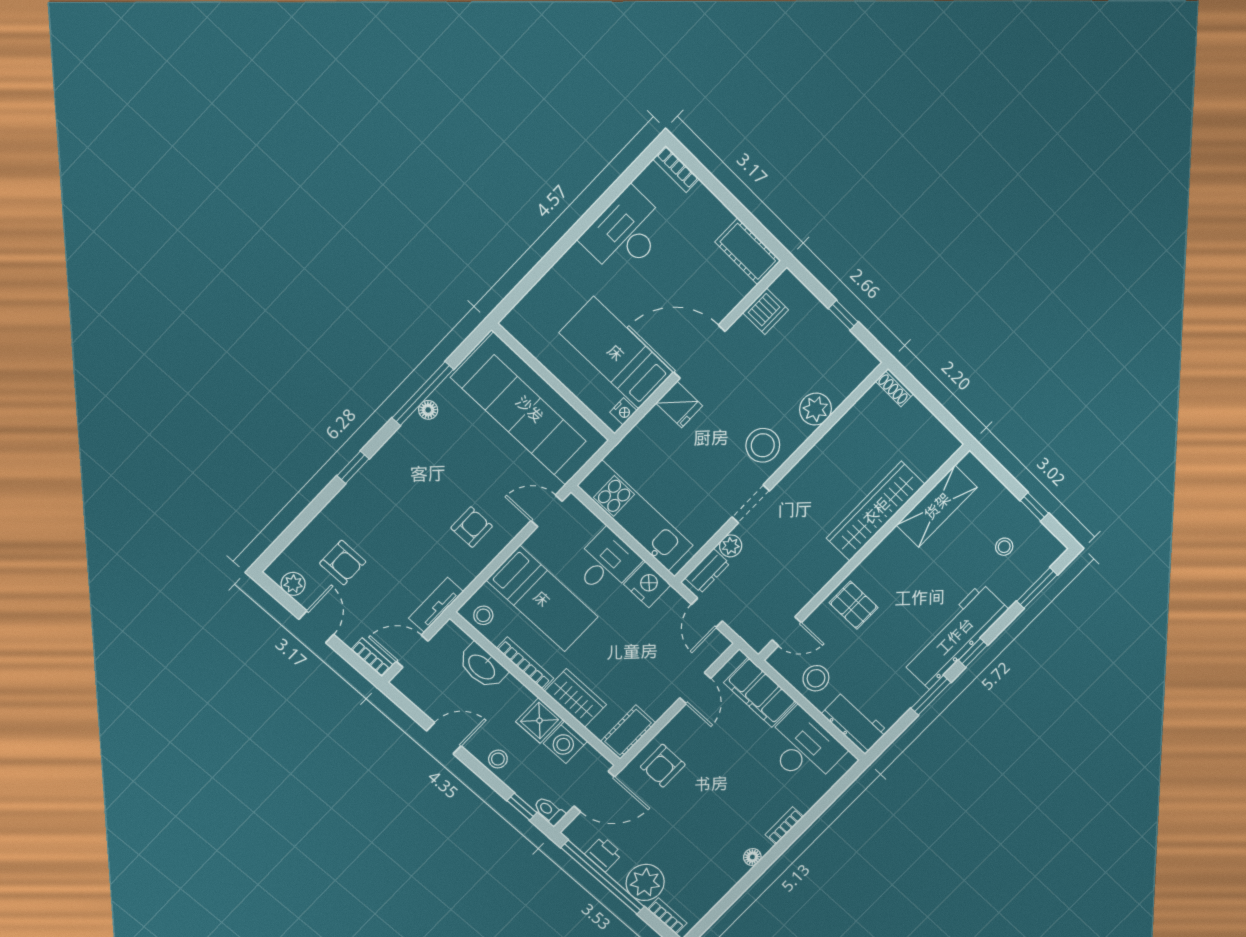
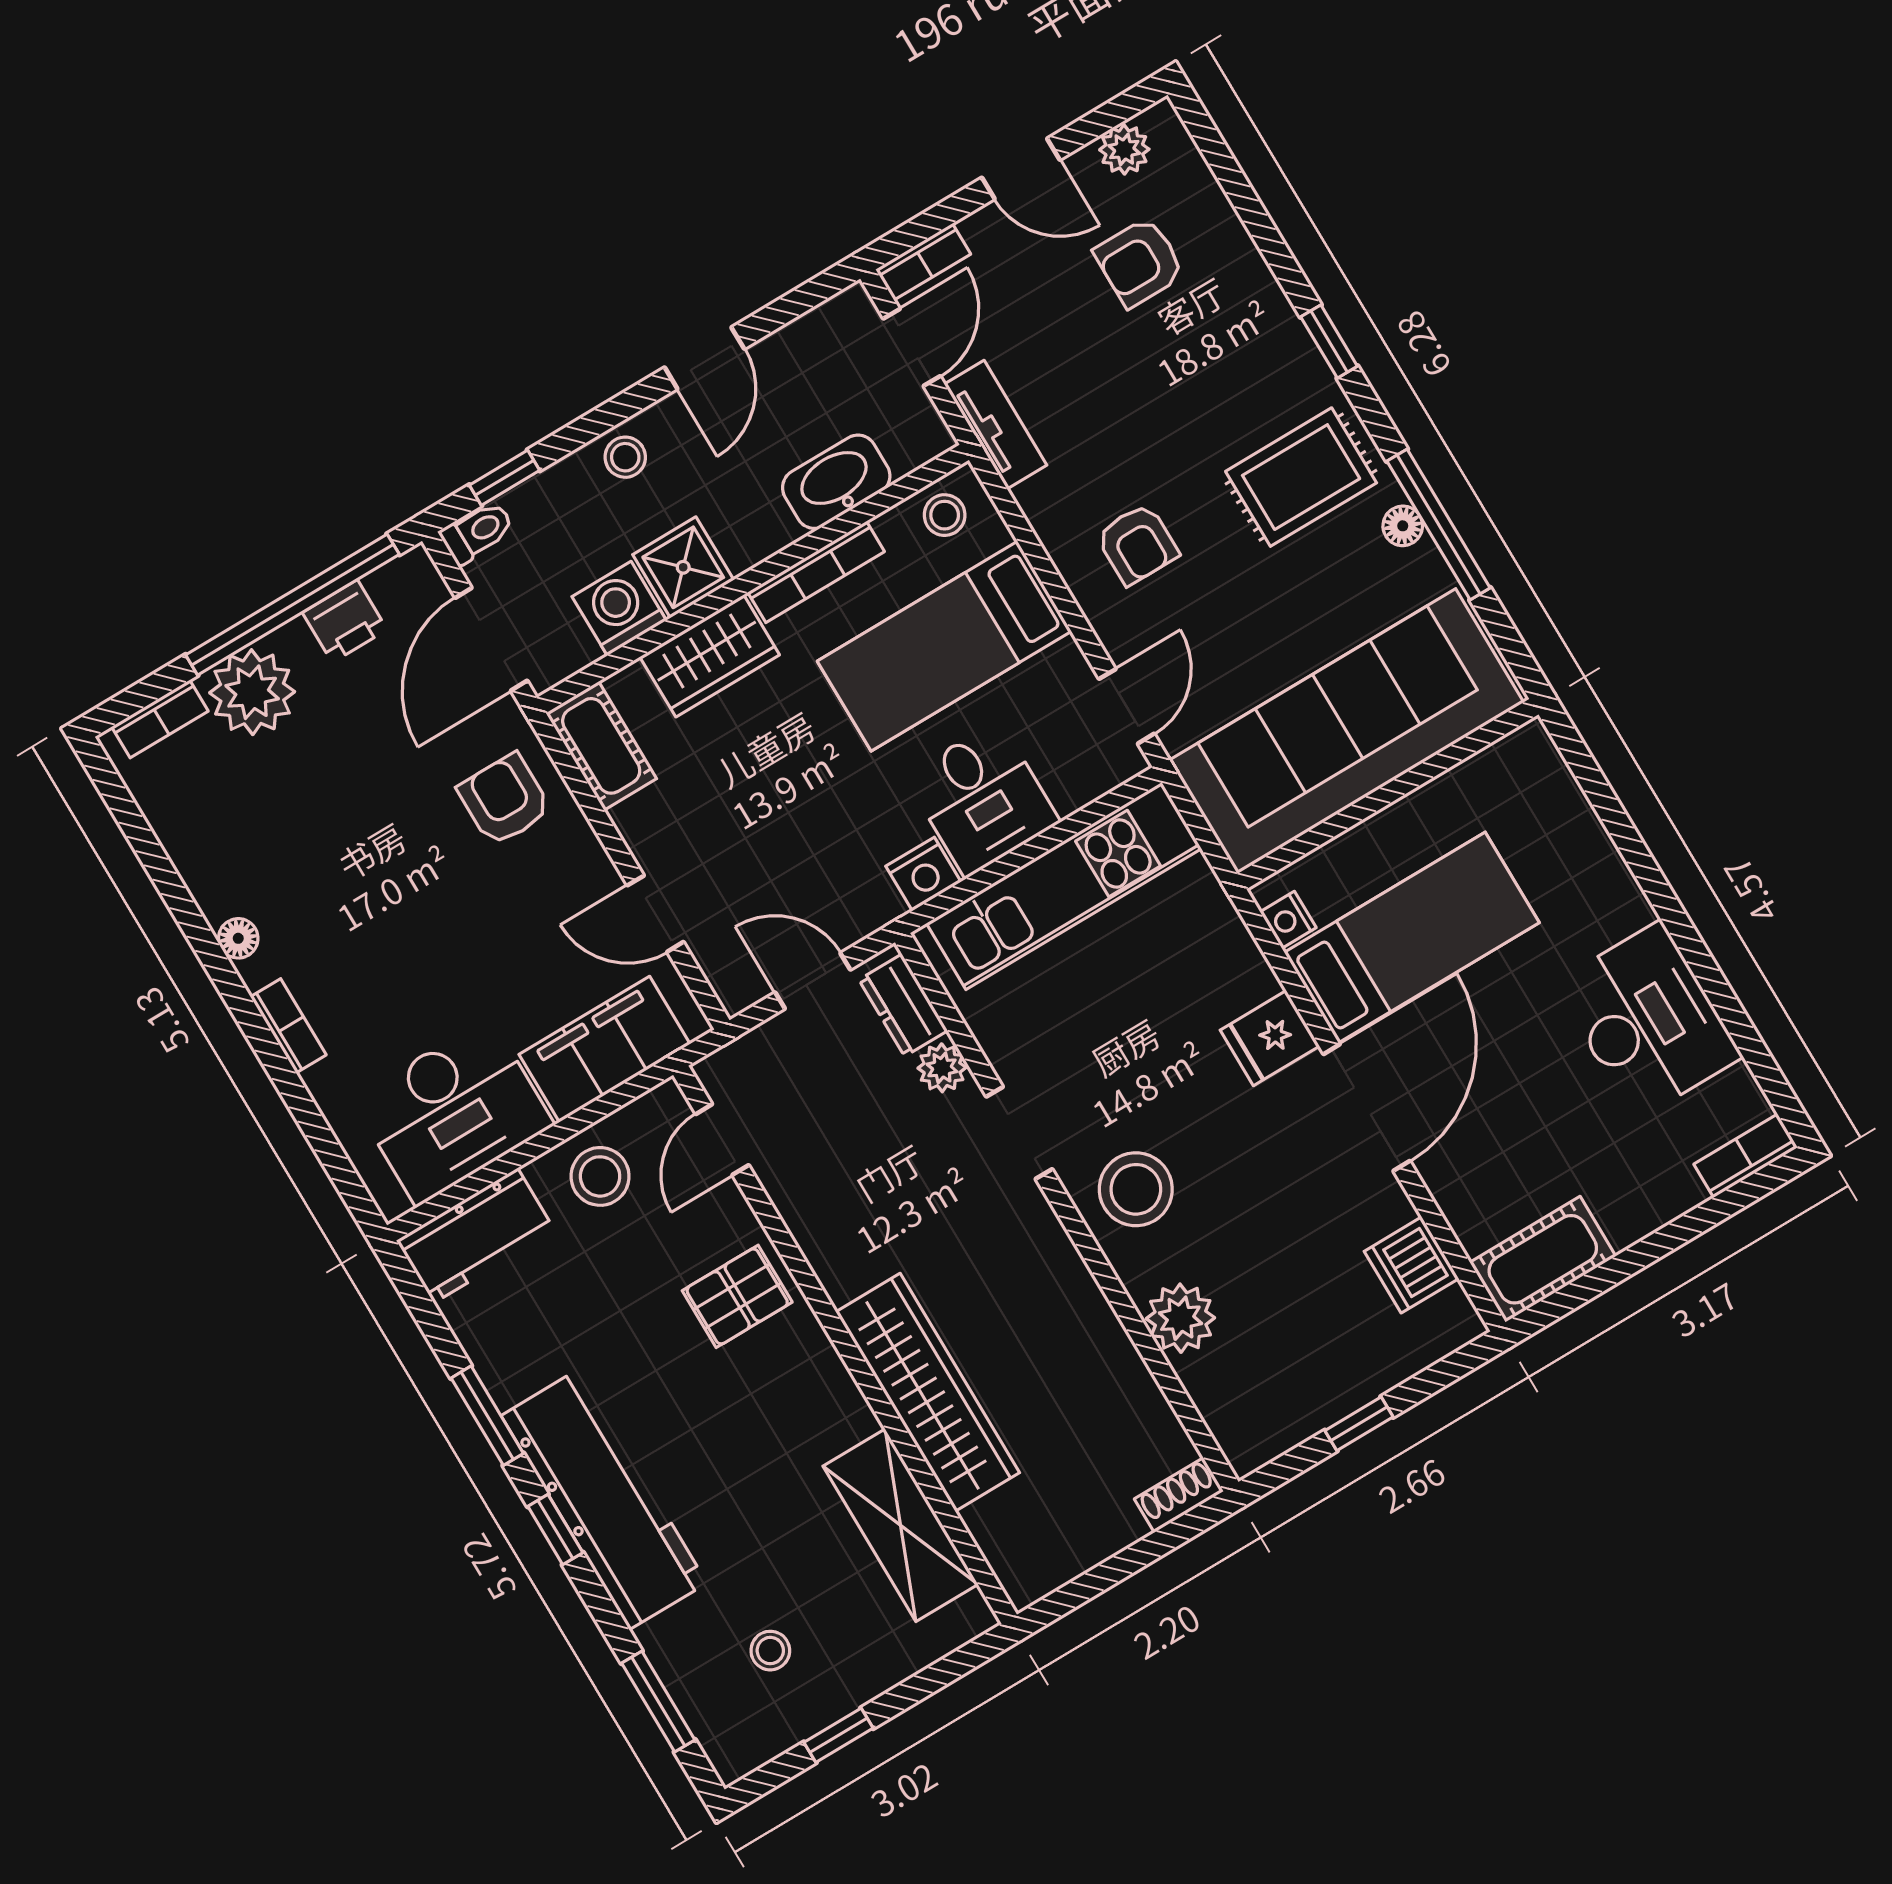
rug: (419, 462) -> (1301, 477), added
nightstand: (647, 585) -> (923, 874), width x0.74, depth x0.75

